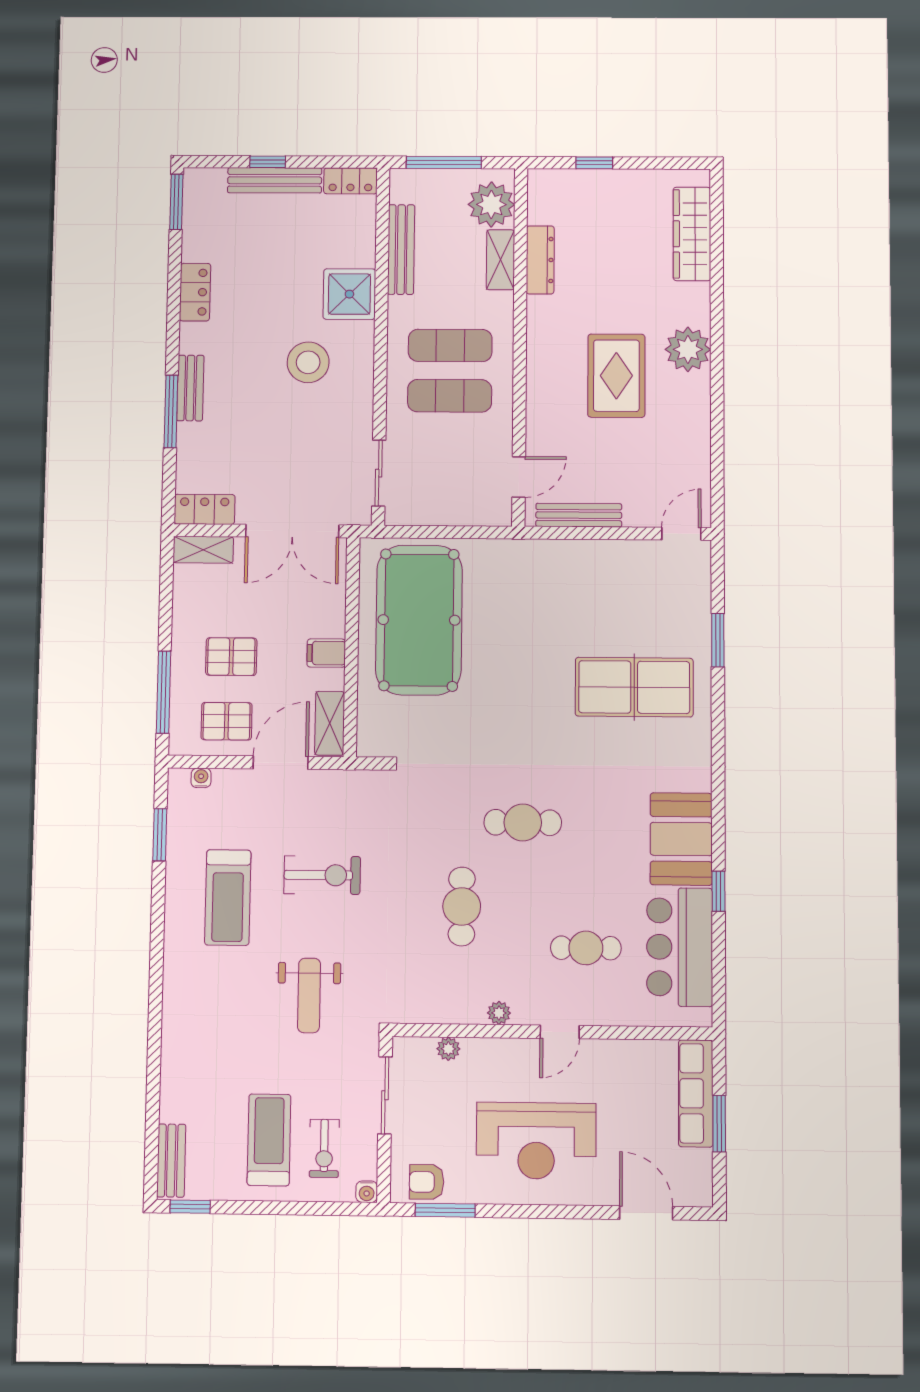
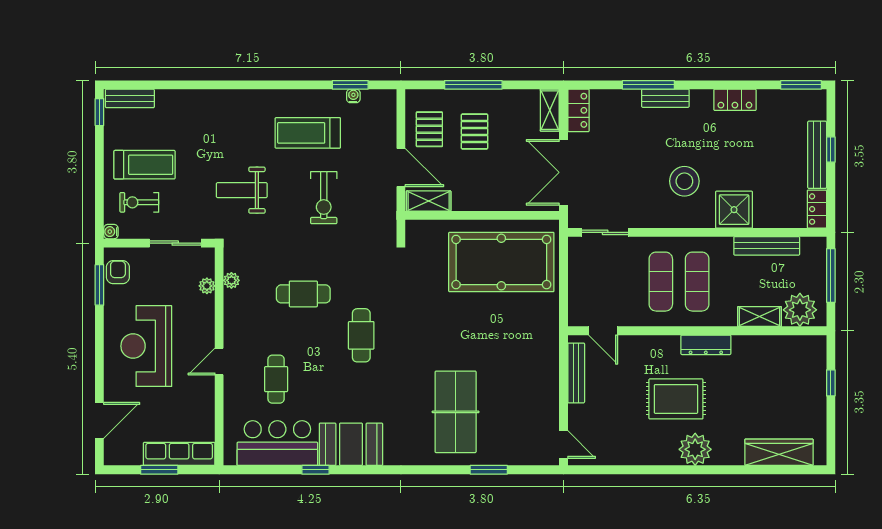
dresser: (540, 260) -> (706, 345), moved
filing cabinet: (326, 653) -> (478, 198), removed
window: (164, 692) -> (473, 85), moved
water cooler: (201, 778) -> (353, 96), moved, turned -90
plant: (499, 1013) -> (231, 280), moved
door: (560, 1032) -> (219, 362), hinge flipped

